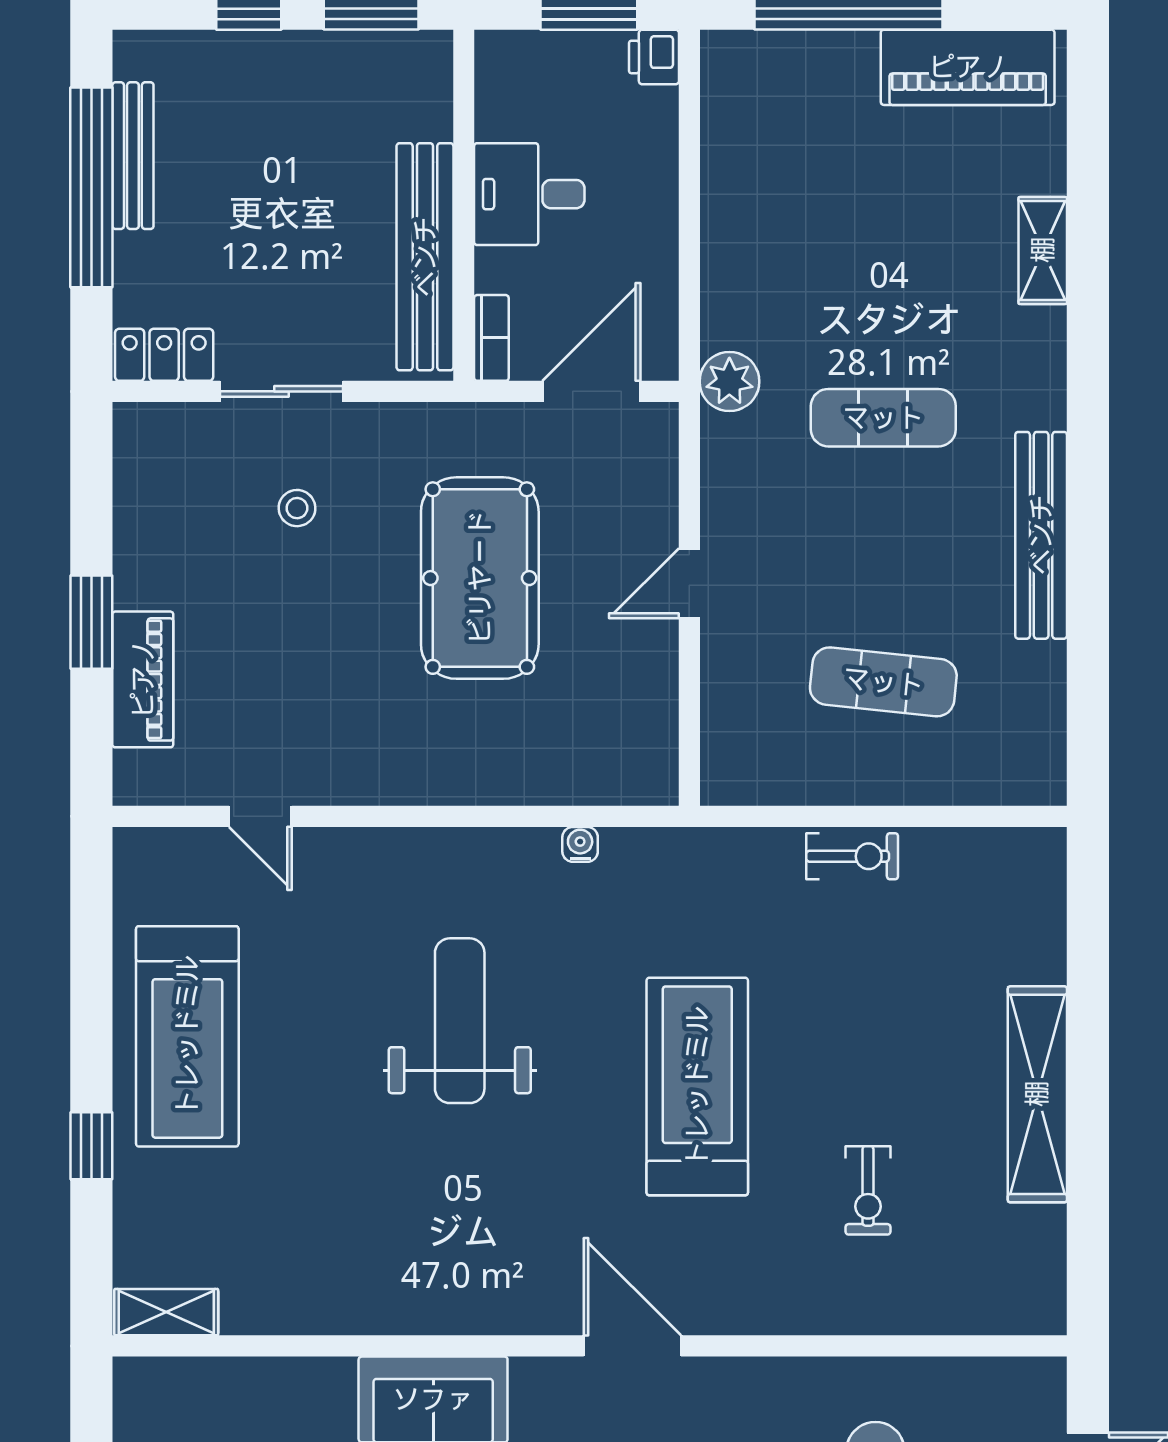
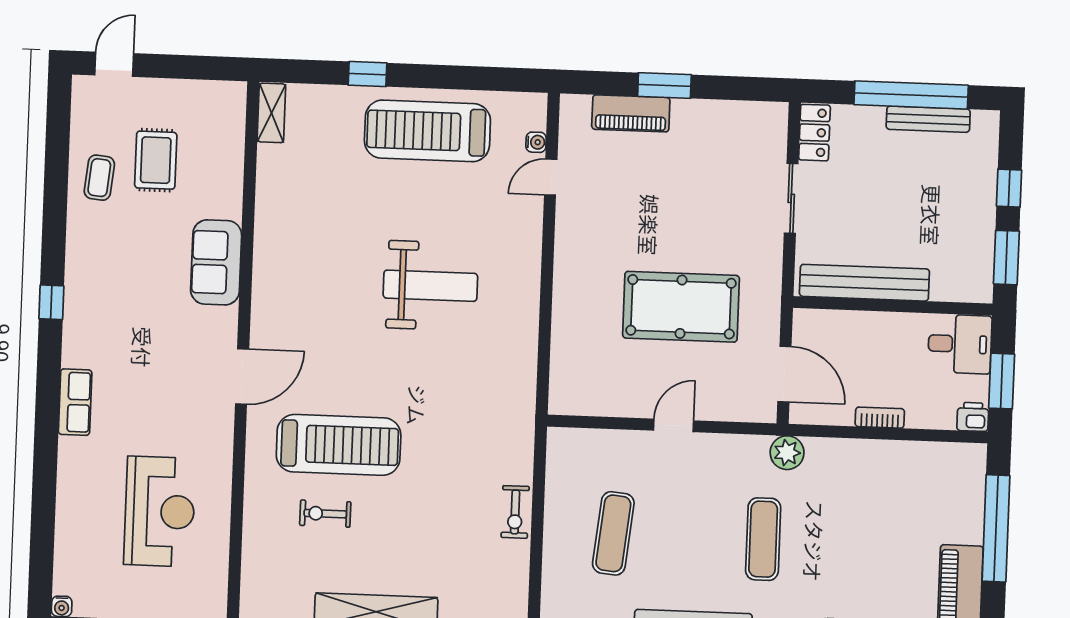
desk: (529, 194) -> (960, 344), moved, turned 90
bookcase: (491, 338) -> (880, 418), moved, turned 180
stool: (297, 508) -> (725, 205), removed
door: (689, 583) -> (674, 425), hinge flipped
water cooler: (580, 844) -> (536, 142), moved
treadmill: (697, 1087) -> (339, 445), moved

